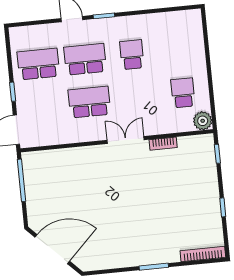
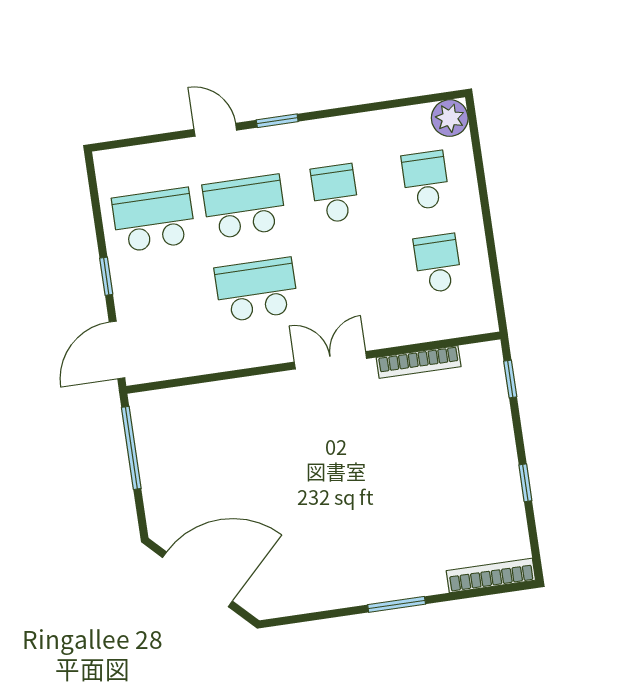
school desk: (179, 50) -> (426, 180), added
plant: (203, 121) -> (450, 118), moved
bookcase: (163, 144) -> (419, 362), width x1.56

